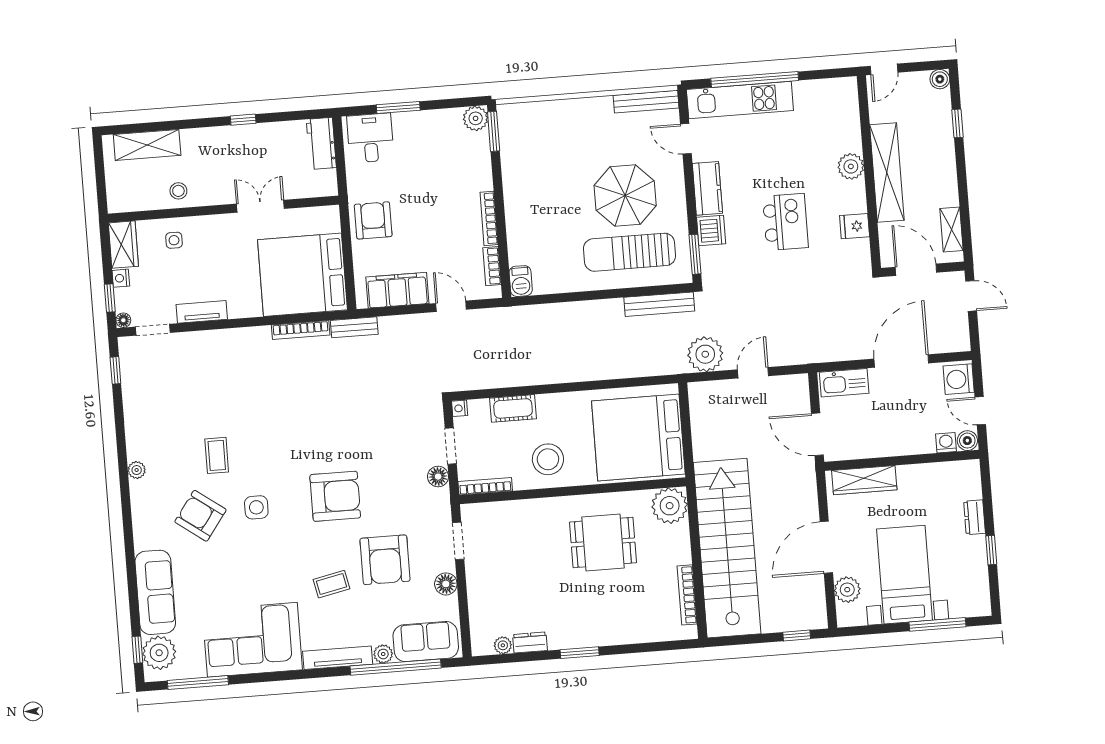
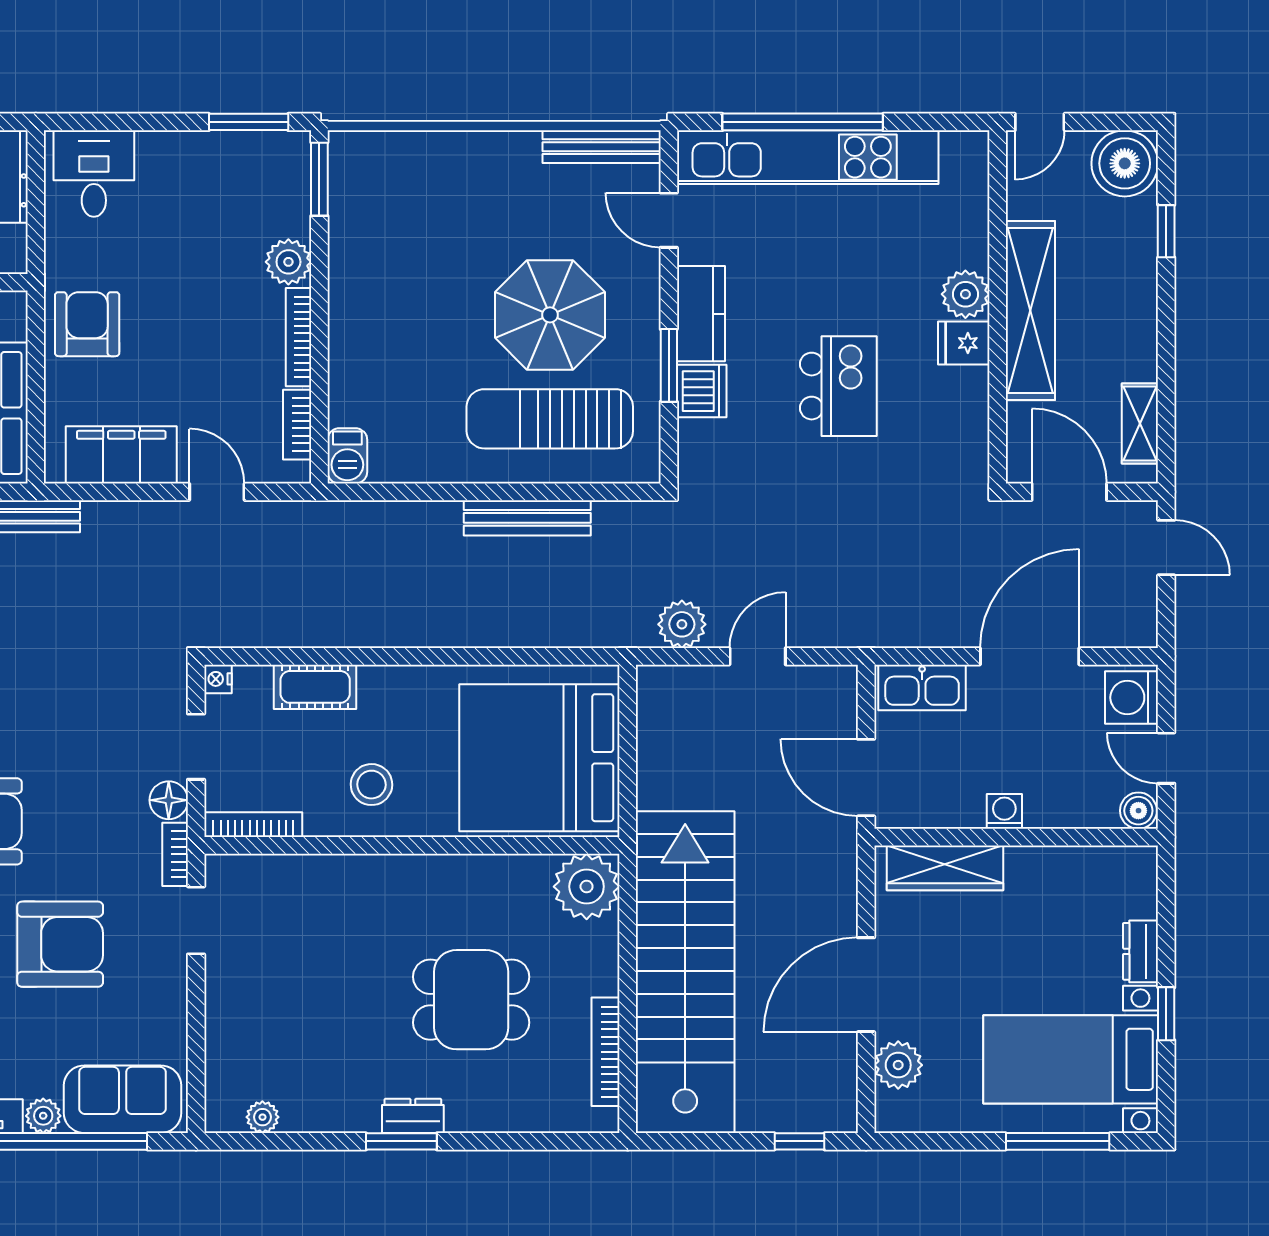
boiler: (940, 79) -> (1125, 163), width x1.86, depth x1.86
kitchen unit: (740, 100) -> (808, 157), width x1.36
window: (398, 107) -> (249, 122), moved
plant: (476, 118) -> (288, 262), moved
fridge: (855, 226) -> (964, 343), moved
window: (695, 254) -> (669, 365), moved
bench: (659, 304) -> (527, 518), moved
plant: (705, 354) -> (682, 624), width x0.73, depth x0.73
washing machine: (946, 443) -> (1004, 811), moved
stool: (548, 459) -> (371, 785), width x0.73, depth x0.73
bookcase: (444, 506) -> (175, 854), added
dining table: (603, 542) -> (471, 1000), moved
armchair: (385, 560) -> (60, 944), turned -90
bed with nightstands: (905, 575) -> (1071, 1059), moved, turned -90
floor lamp: (446, 584) -> (167, 997), removed
dresser: (530, 643) -> (413, 1116), moved

